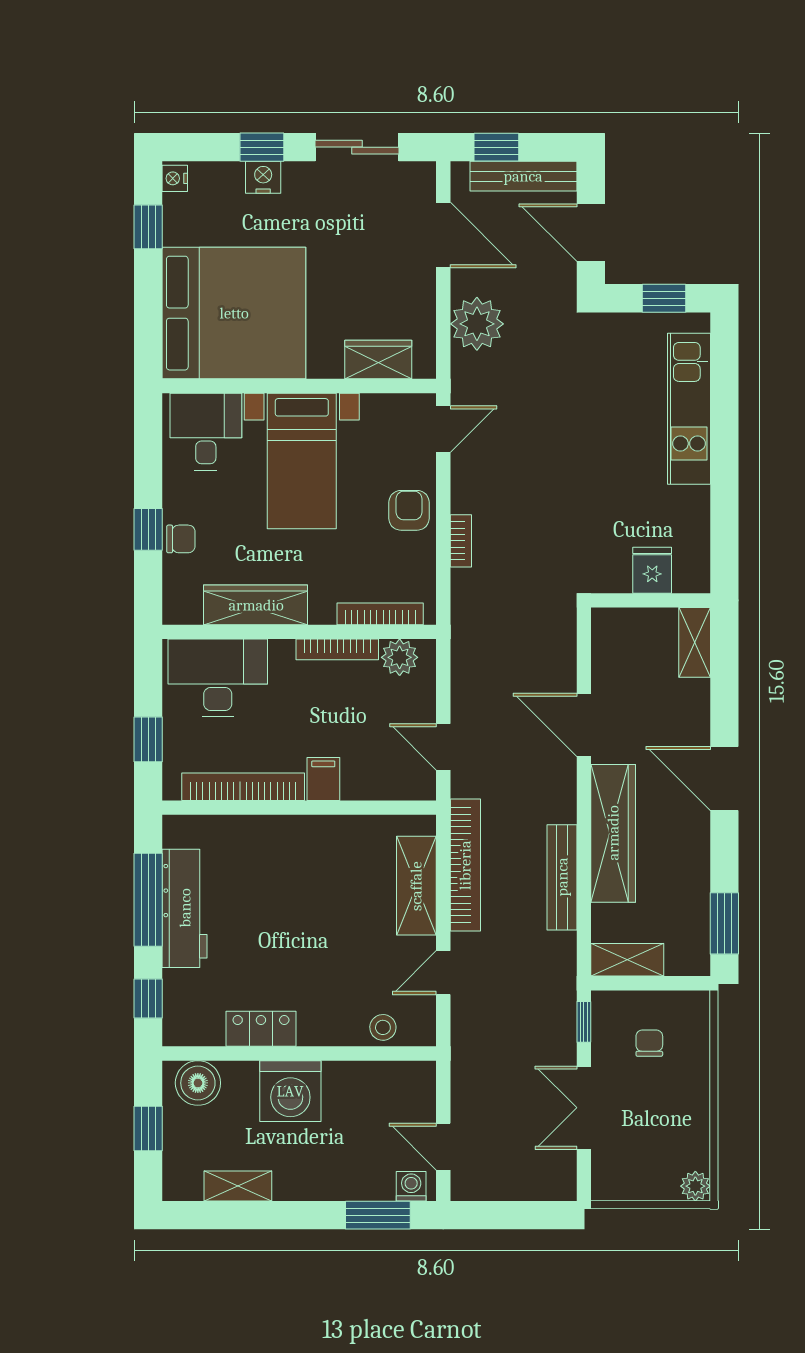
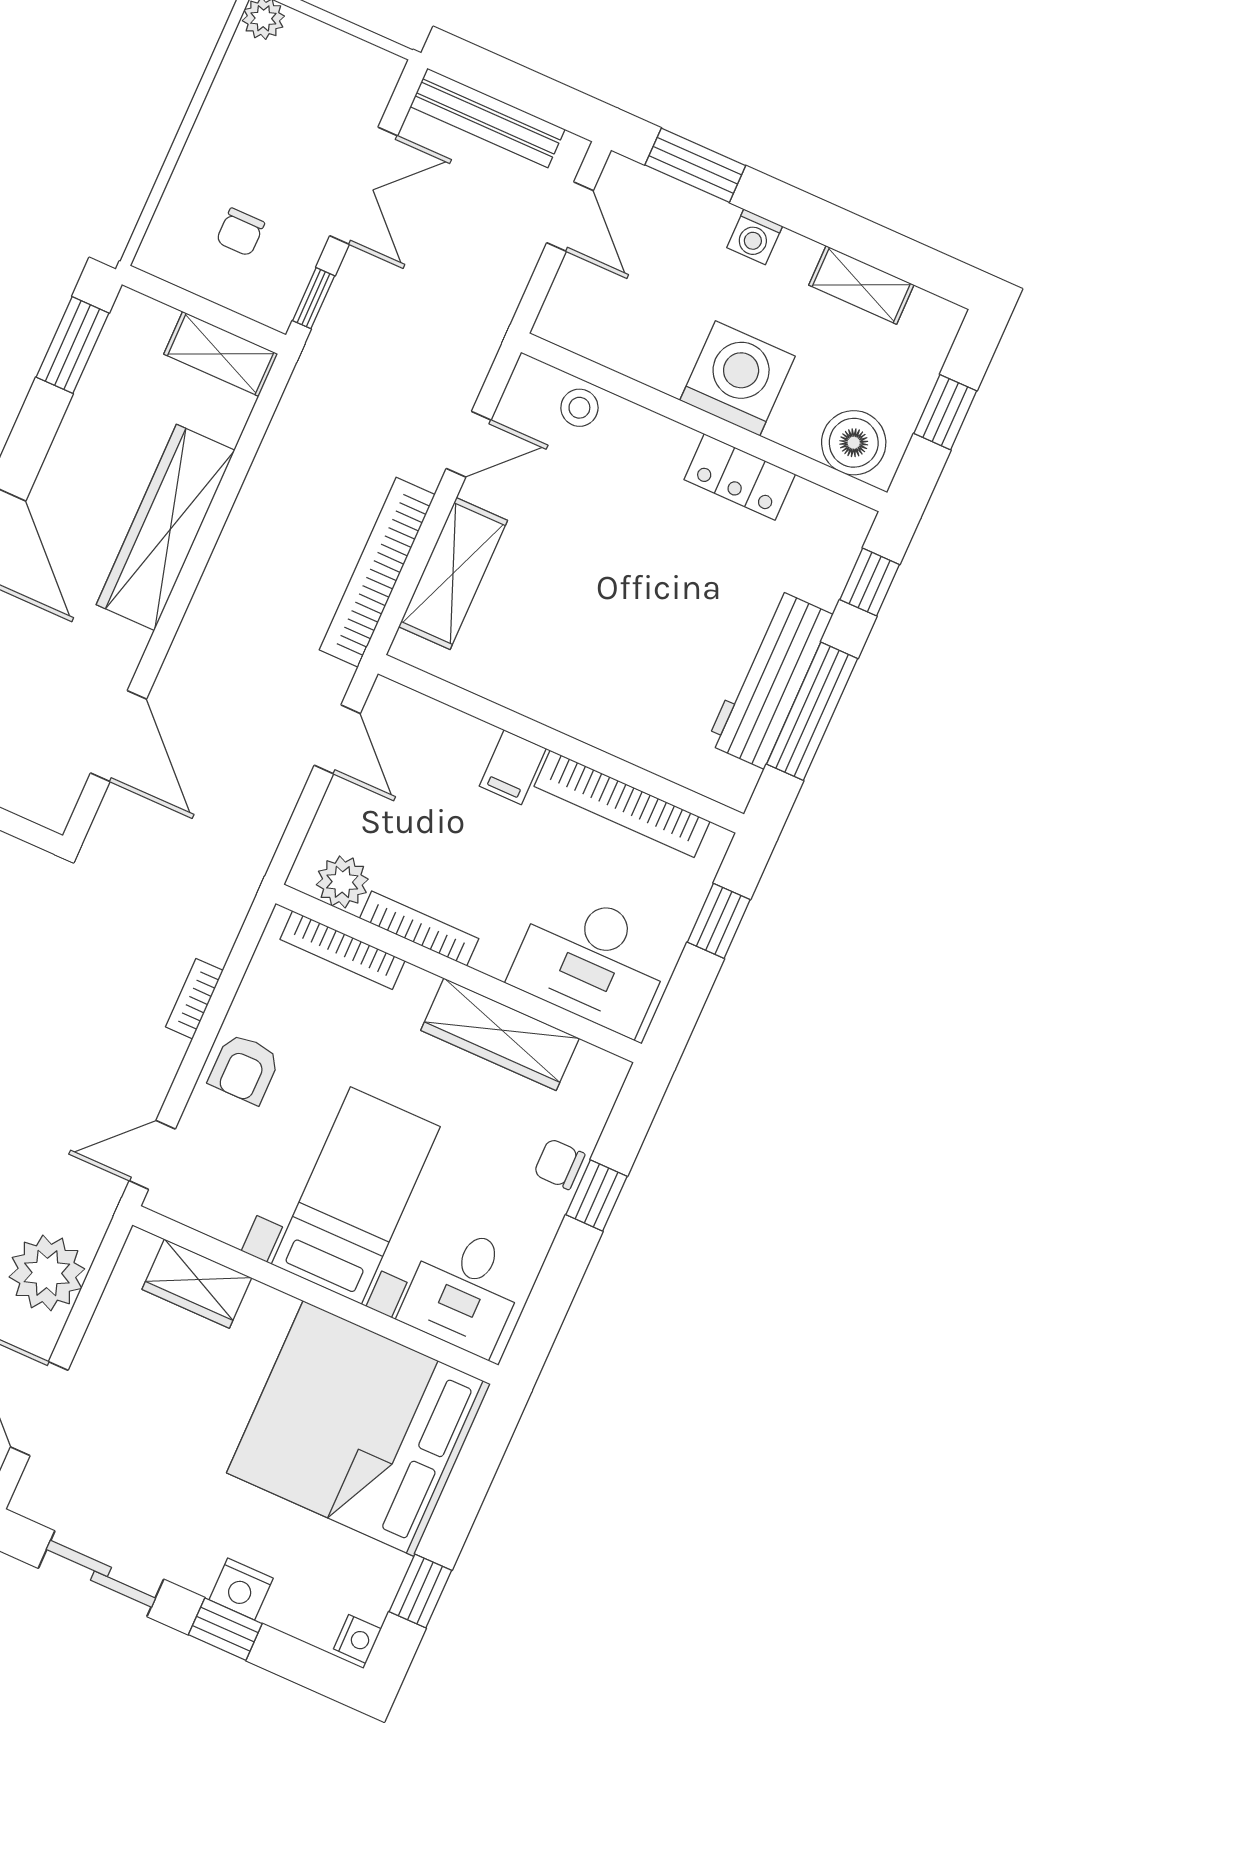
door: (584, 725) -> (119, 736), moved
bench: (562, 877) -> (487, 118), moved, turned 90
washing machine: (411, 1186) -> (755, 237), moved

